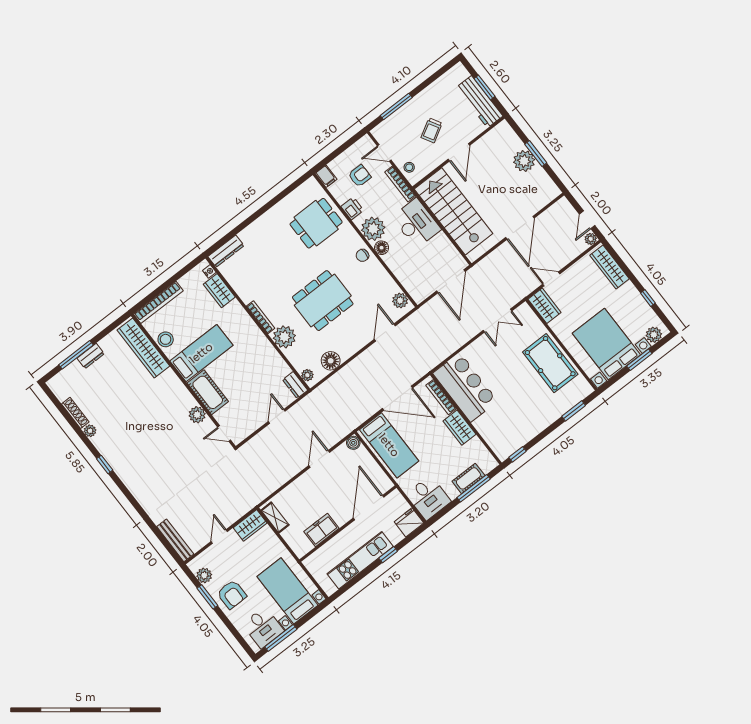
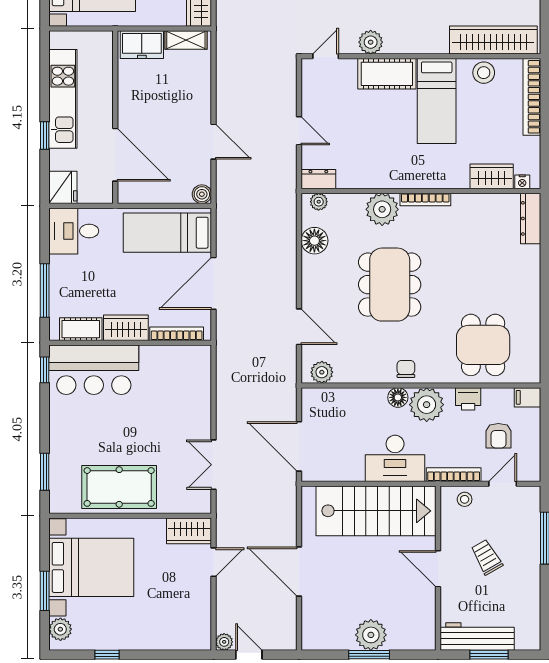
wardrobe: (609, 267) -> (176, 638), removed
bar counter: (465, 387) -> (94, 370), moved
cot: (468, 478) -> (81, 329), moved, turned 90
freezer: (321, 530) -> (142, 45), moved, turned 90

